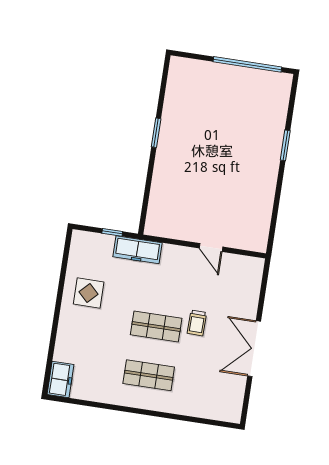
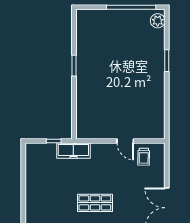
plant: (281, 89) -> (158, 21), added
display table: (89, 293) -> (43, 186), removed
trolley: (197, 323) -> (144, 157), moved

